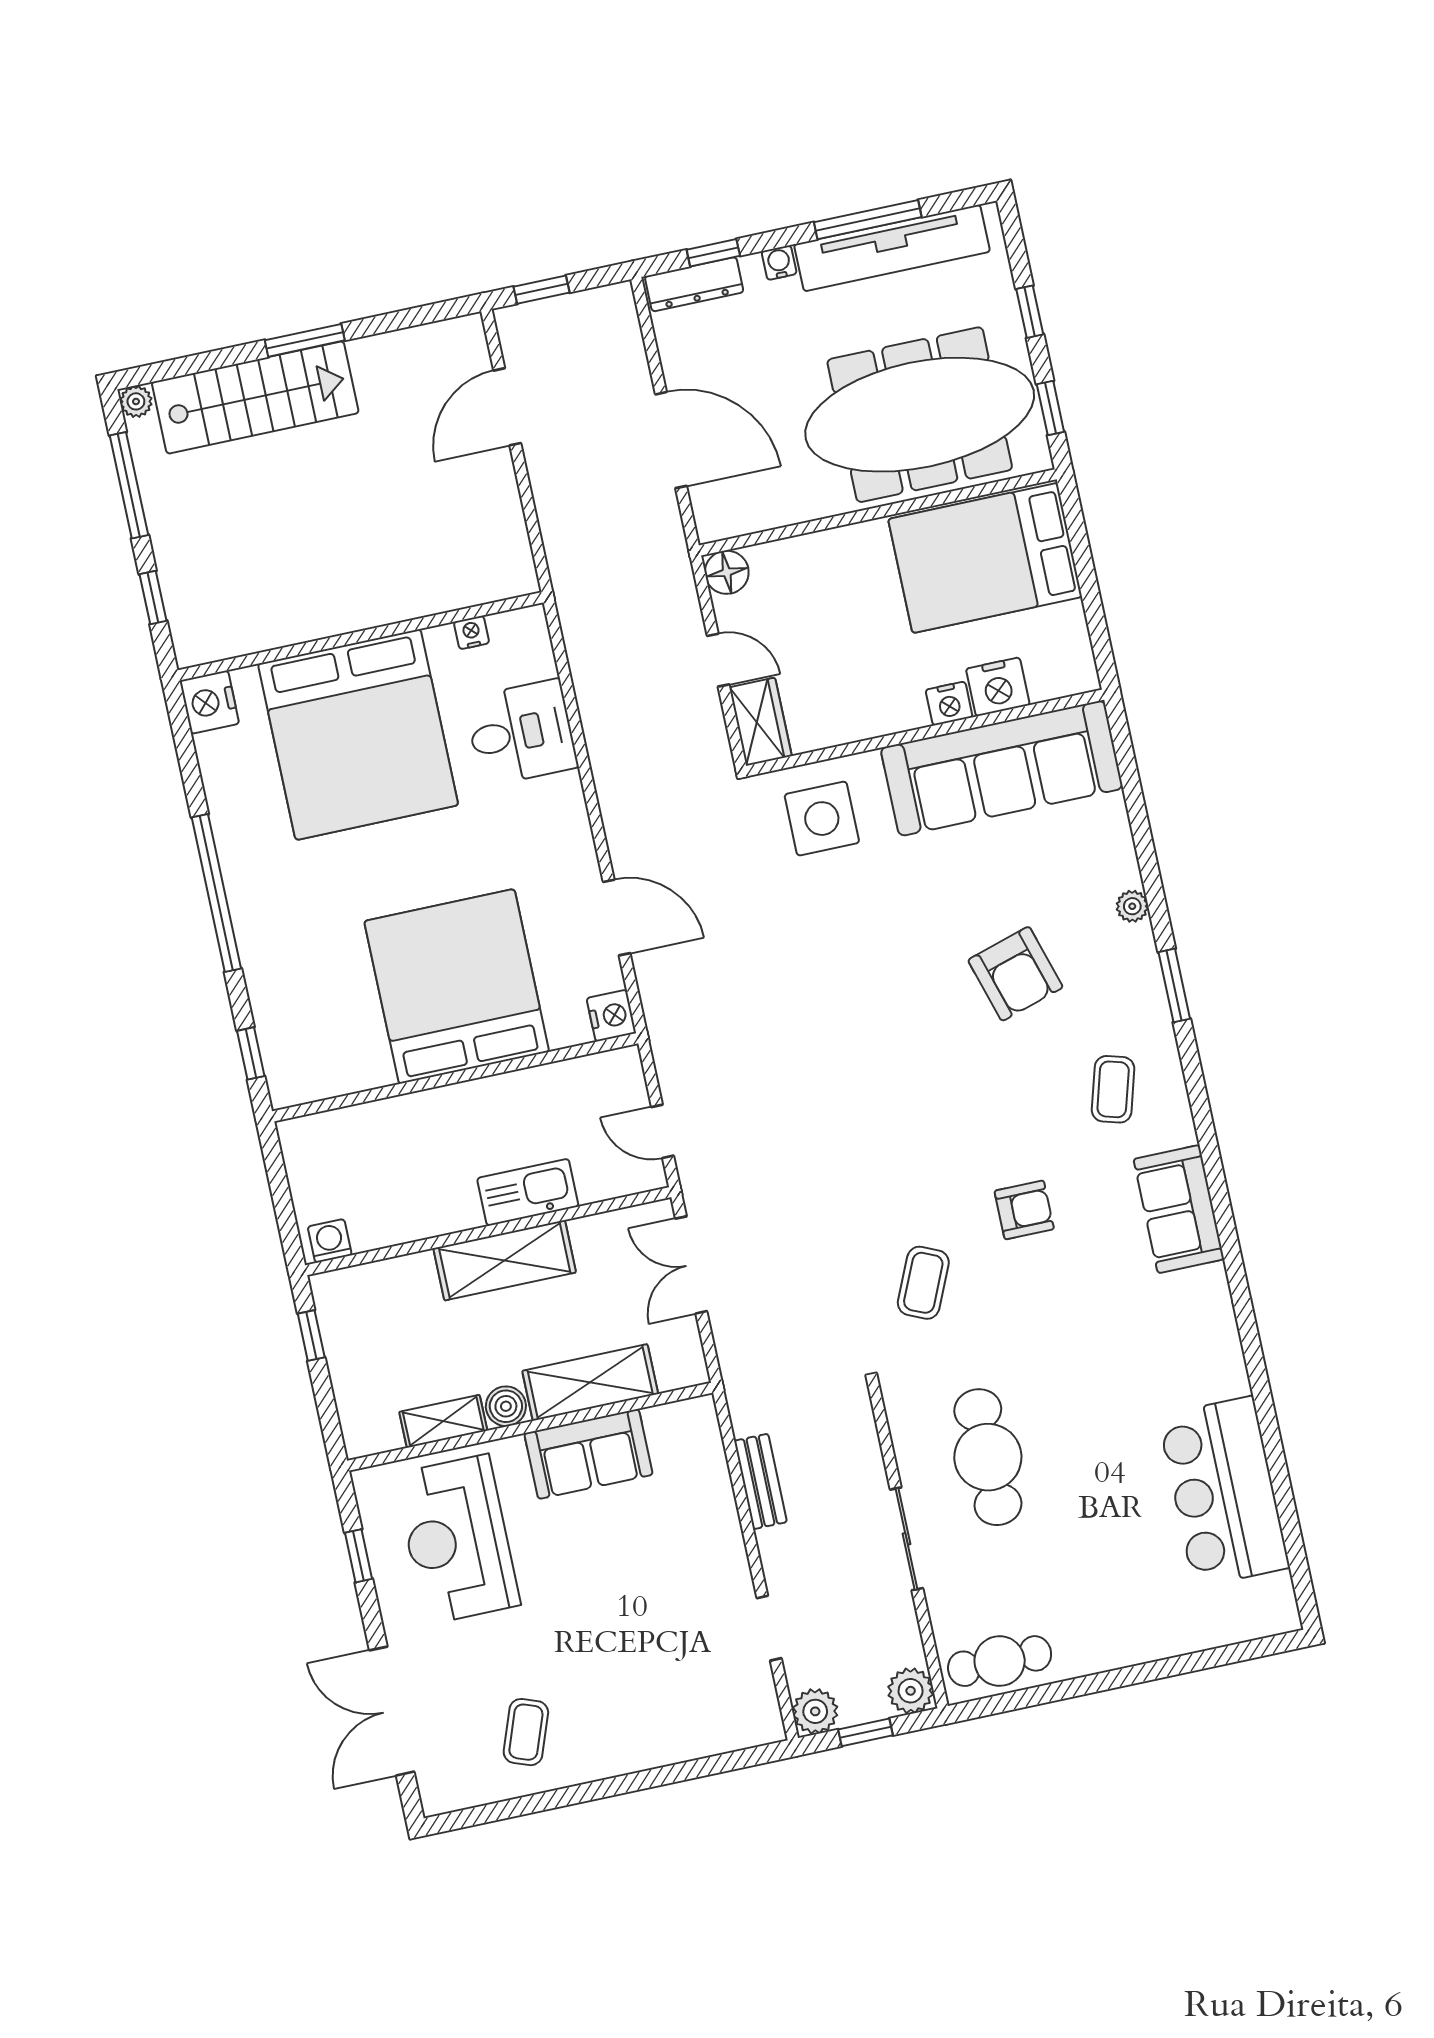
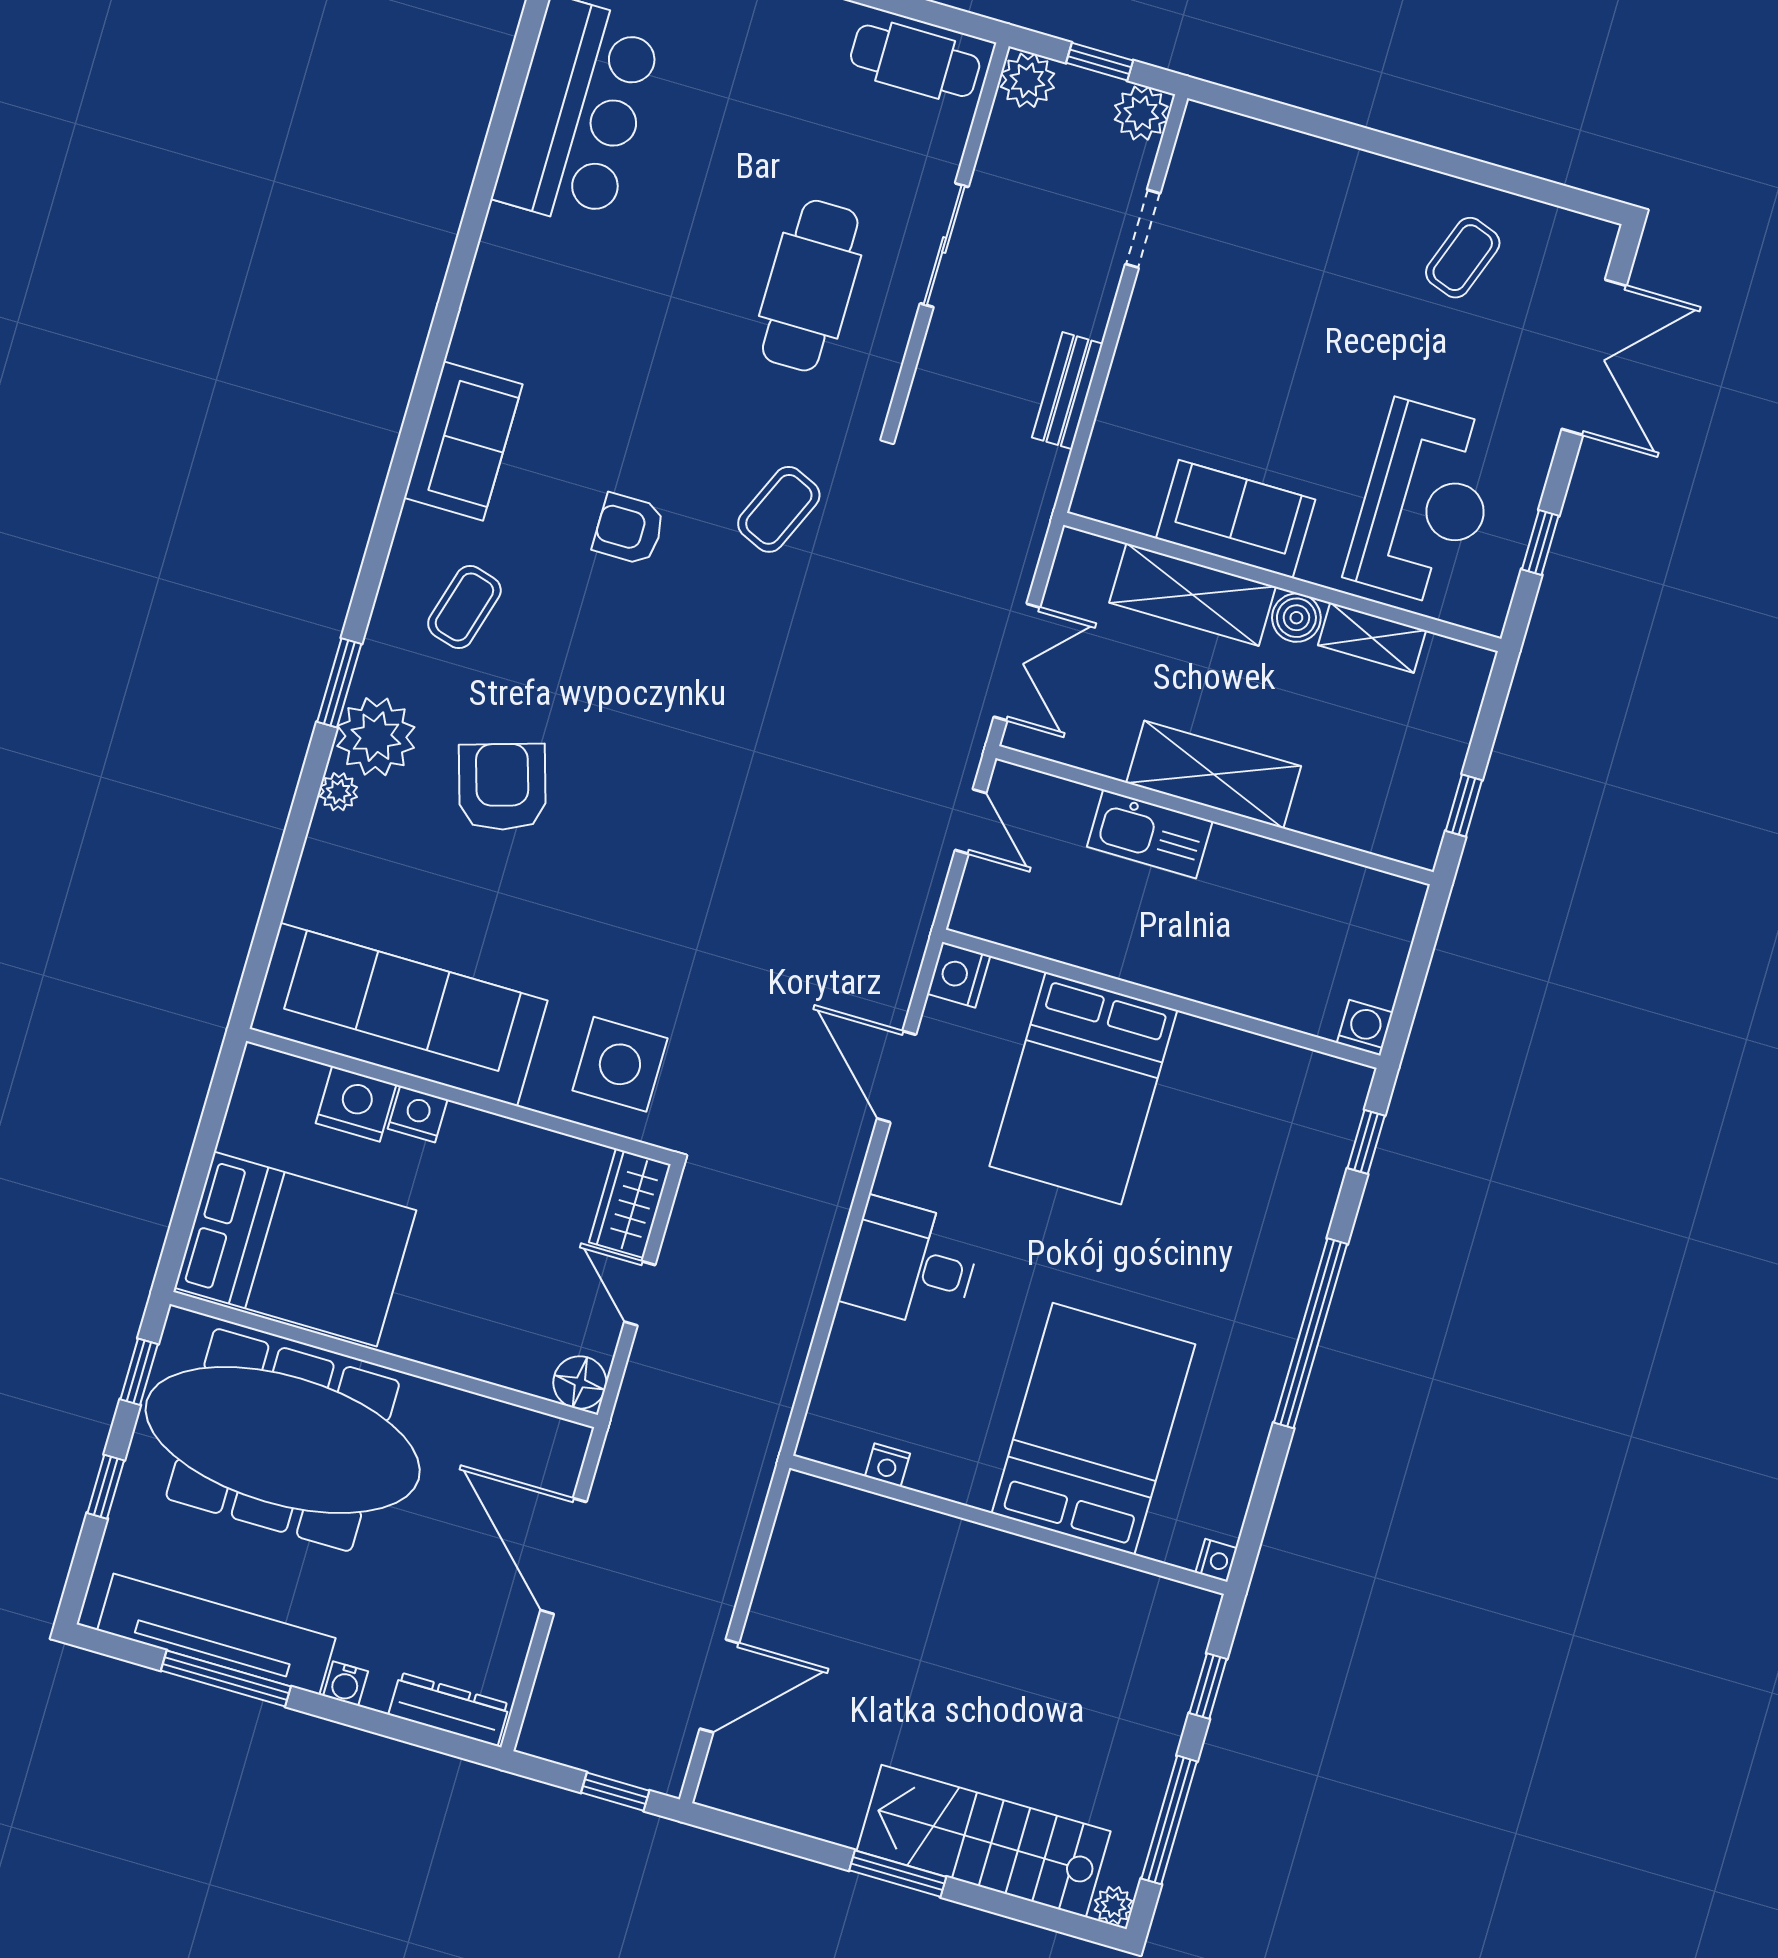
window: (713, 253) -> (410, 1732), removed
nightstand: (209, 702) -> (1216, 1560), width x0.53, depth x0.56
desk: (521, 733) -> (911, 1264), moved
bed: (358, 735) -> (1093, 1429), width x0.73
plant: (1127, 961) -> (376, 737), added
bed: (457, 986) -> (1083, 1088), width x0.73
washing machine: (330, 1241) -> (1365, 1028), moved, turned 180

